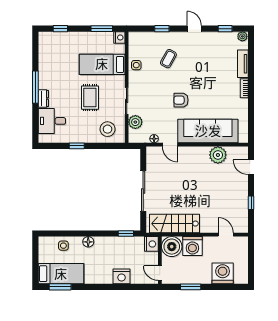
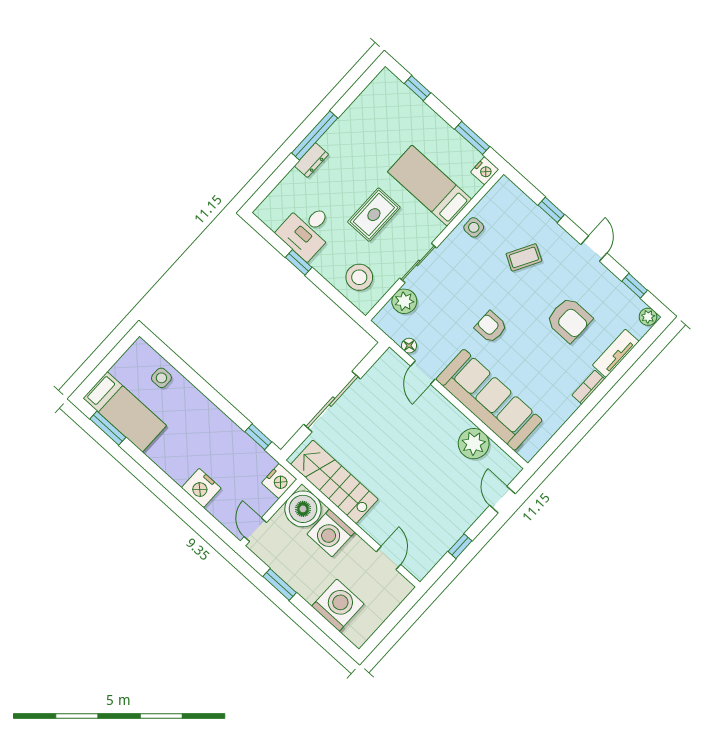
armchair: (211, 67) -> (569, 320), added
desk: (52, 121) -> (307, 230), moved, turned -90
floor lamp: (88, 242) -> (199, 403), removed

